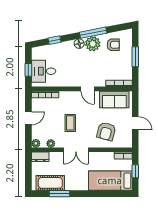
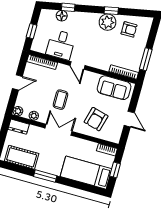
window: (93, 33) -> (111, 11), width x0.46
floor lamp: (79, 44) -> (62, 16), moved
window: (135, 57) -> (146, 59), moved
desk: (44, 71) -> (61, 45), moved, turned -90
door: (88, 89) -> (78, 65), moved
double door: (76, 150) -> (59, 130), swing flipped
window: (60, 194) -> (45, 176), moved

